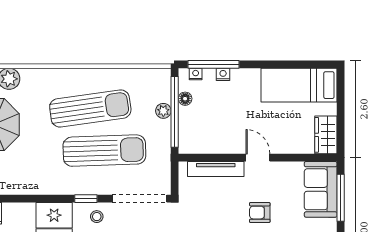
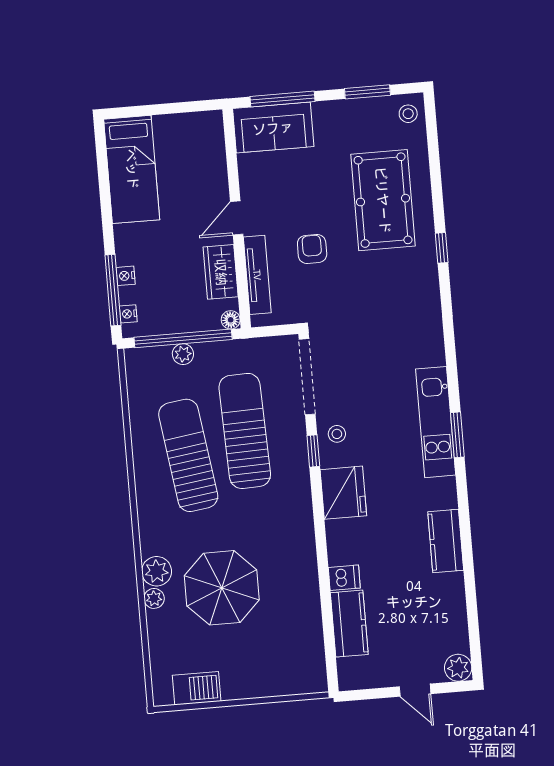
floor lamp: (185, 99) -> (231, 320), moved
wardrobe: (326, 135) -> (221, 272), moved, turned 90
armchair: (260, 213) -> (312, 249), moved, turned 180

